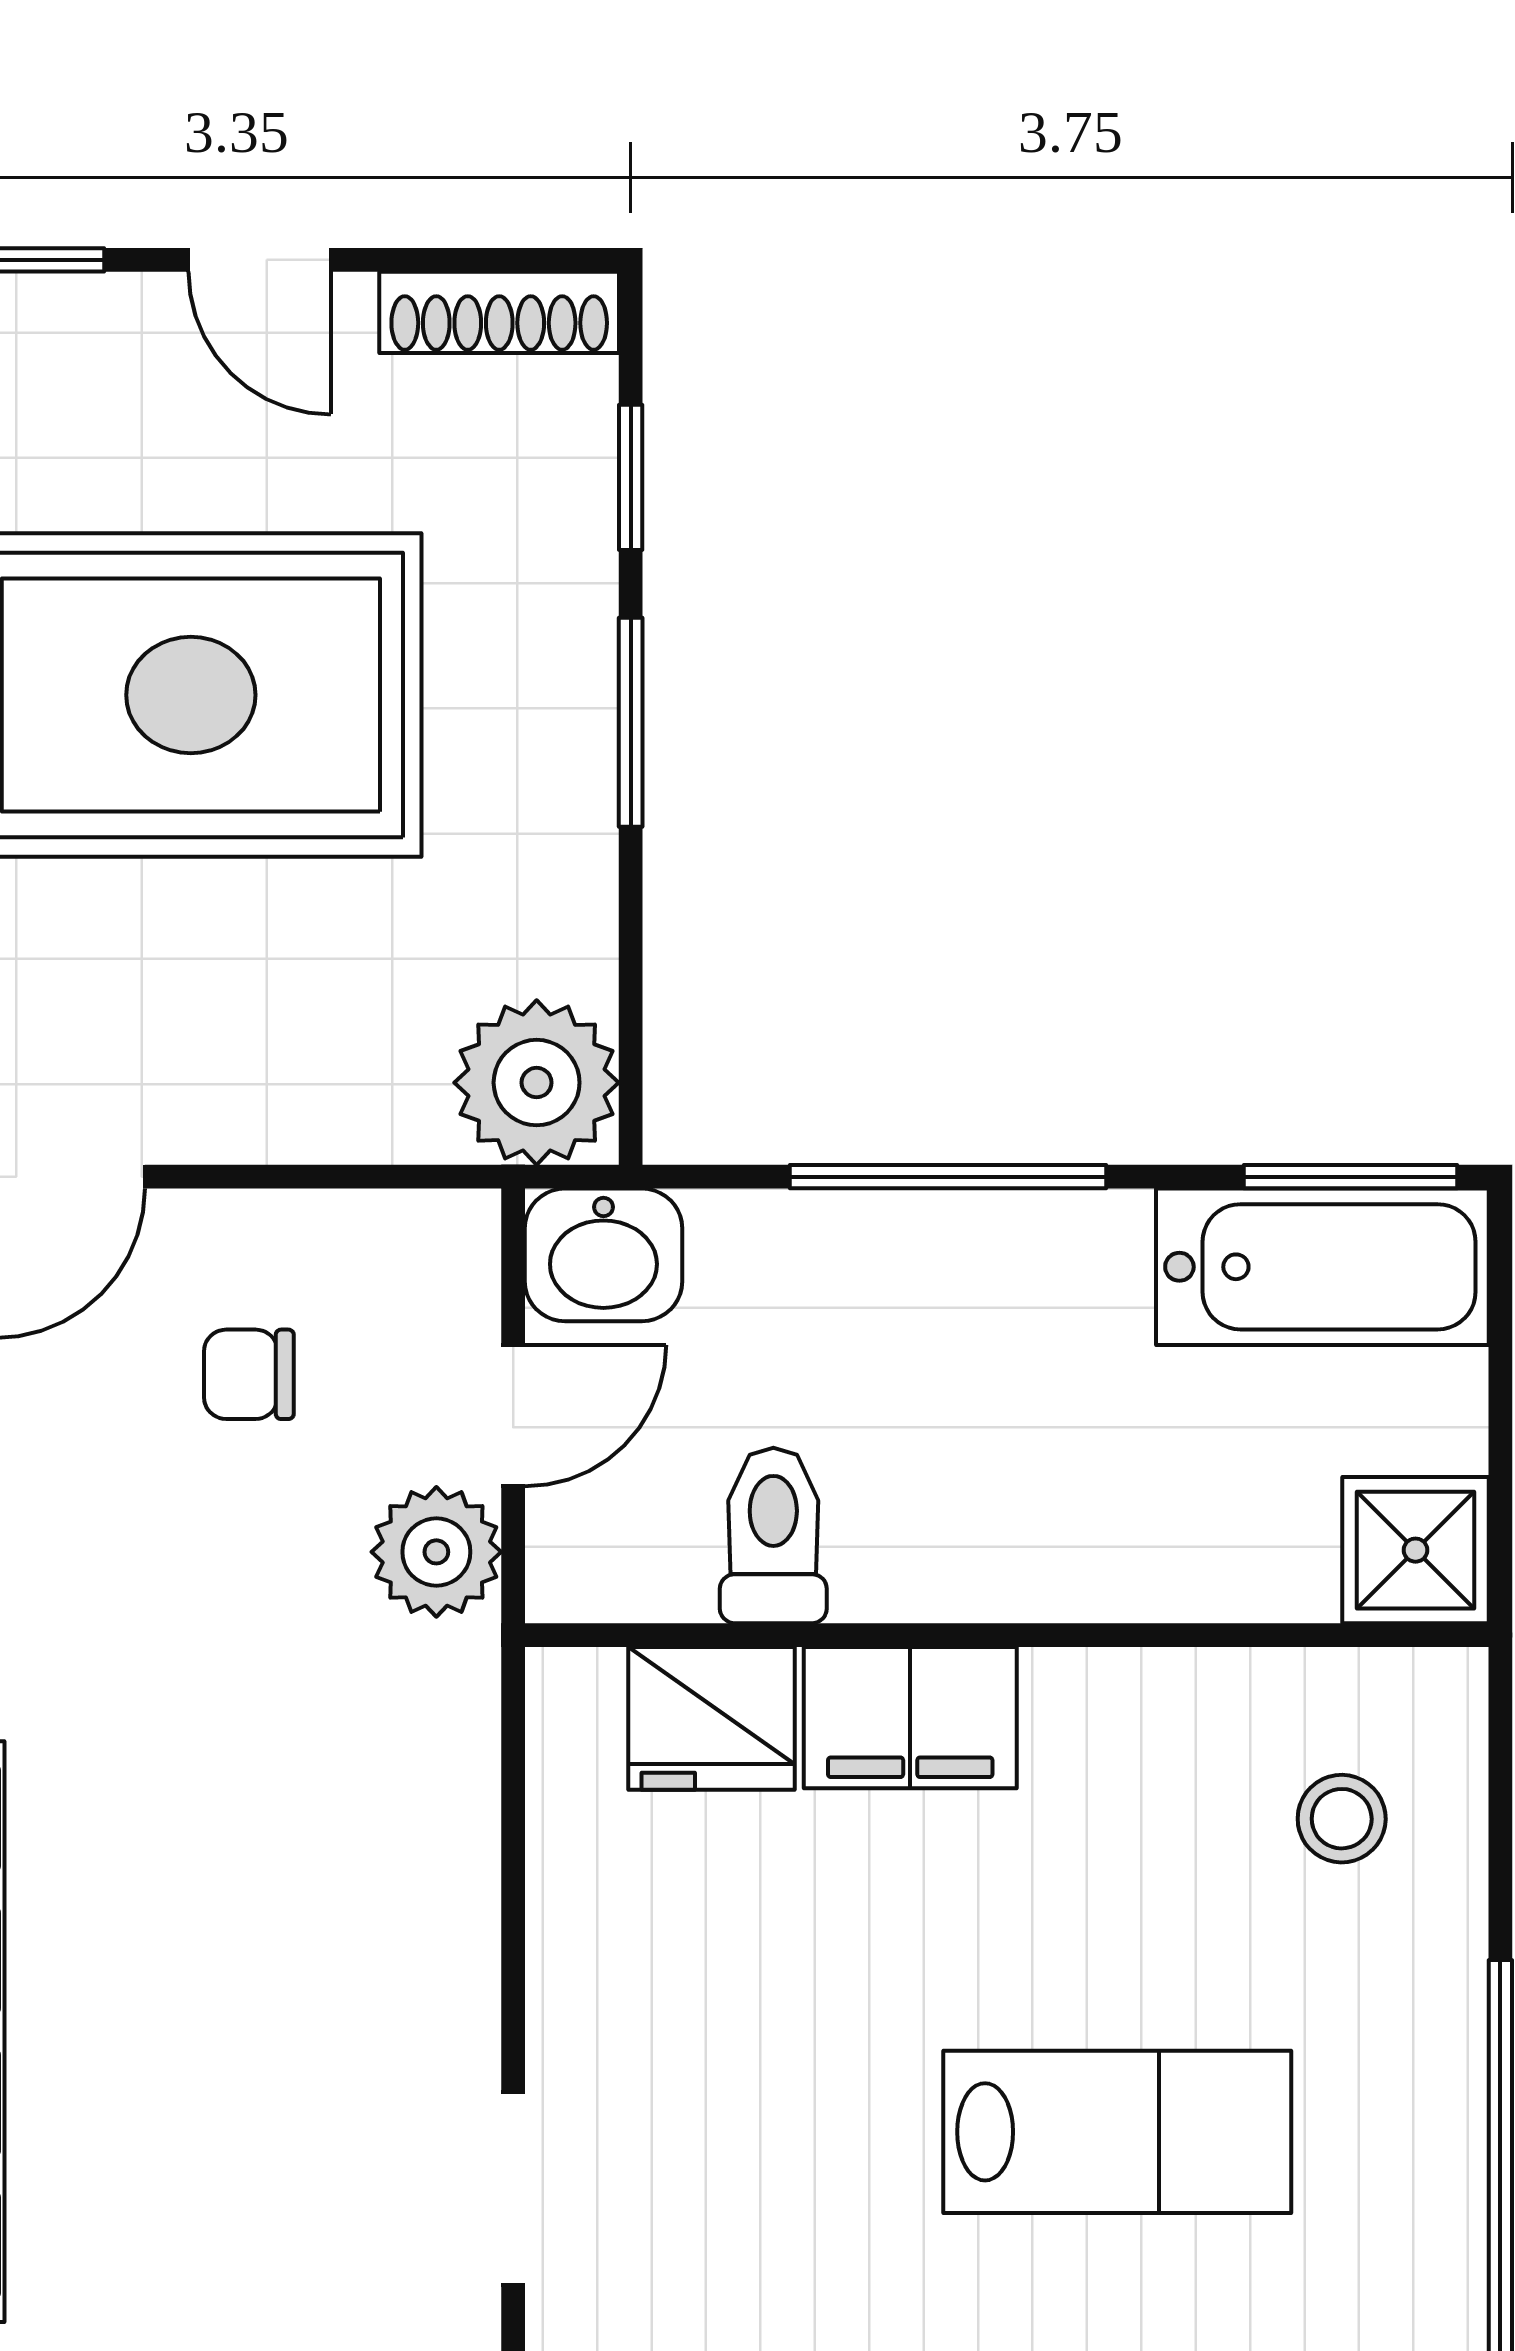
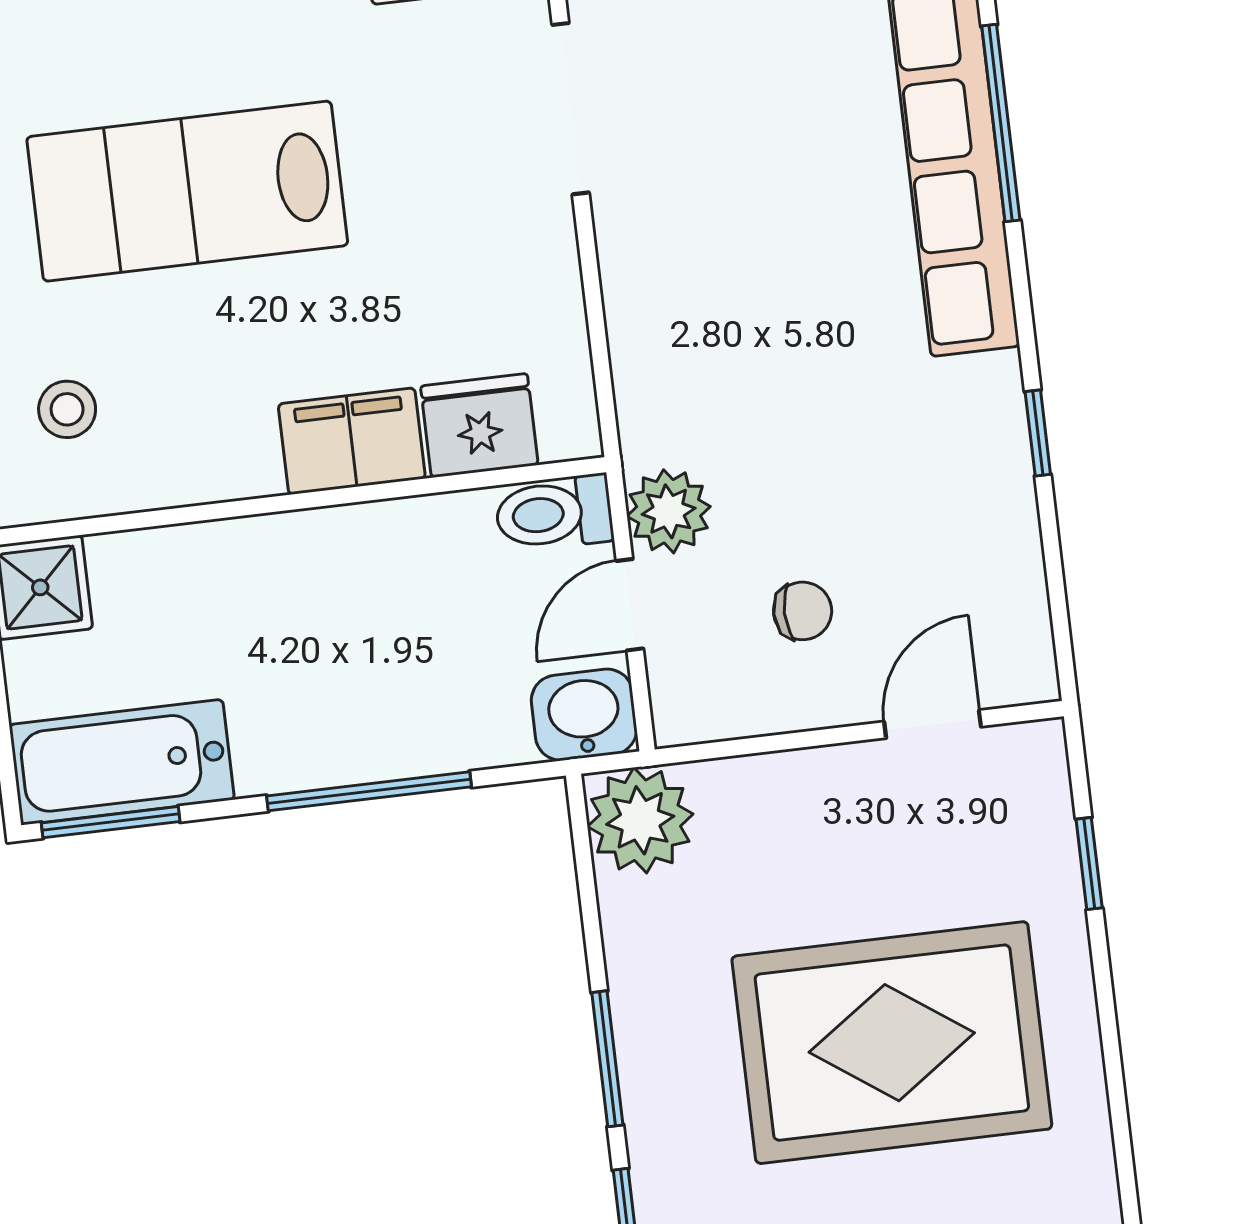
toilet: (773, 1535) -> (554, 513), moved, turned 90
lab bench: (1117, 2132) -> (187, 191), width x1.36, depth x1.39
doorway: (513, 2188) -> (571, 109), width x1.38

